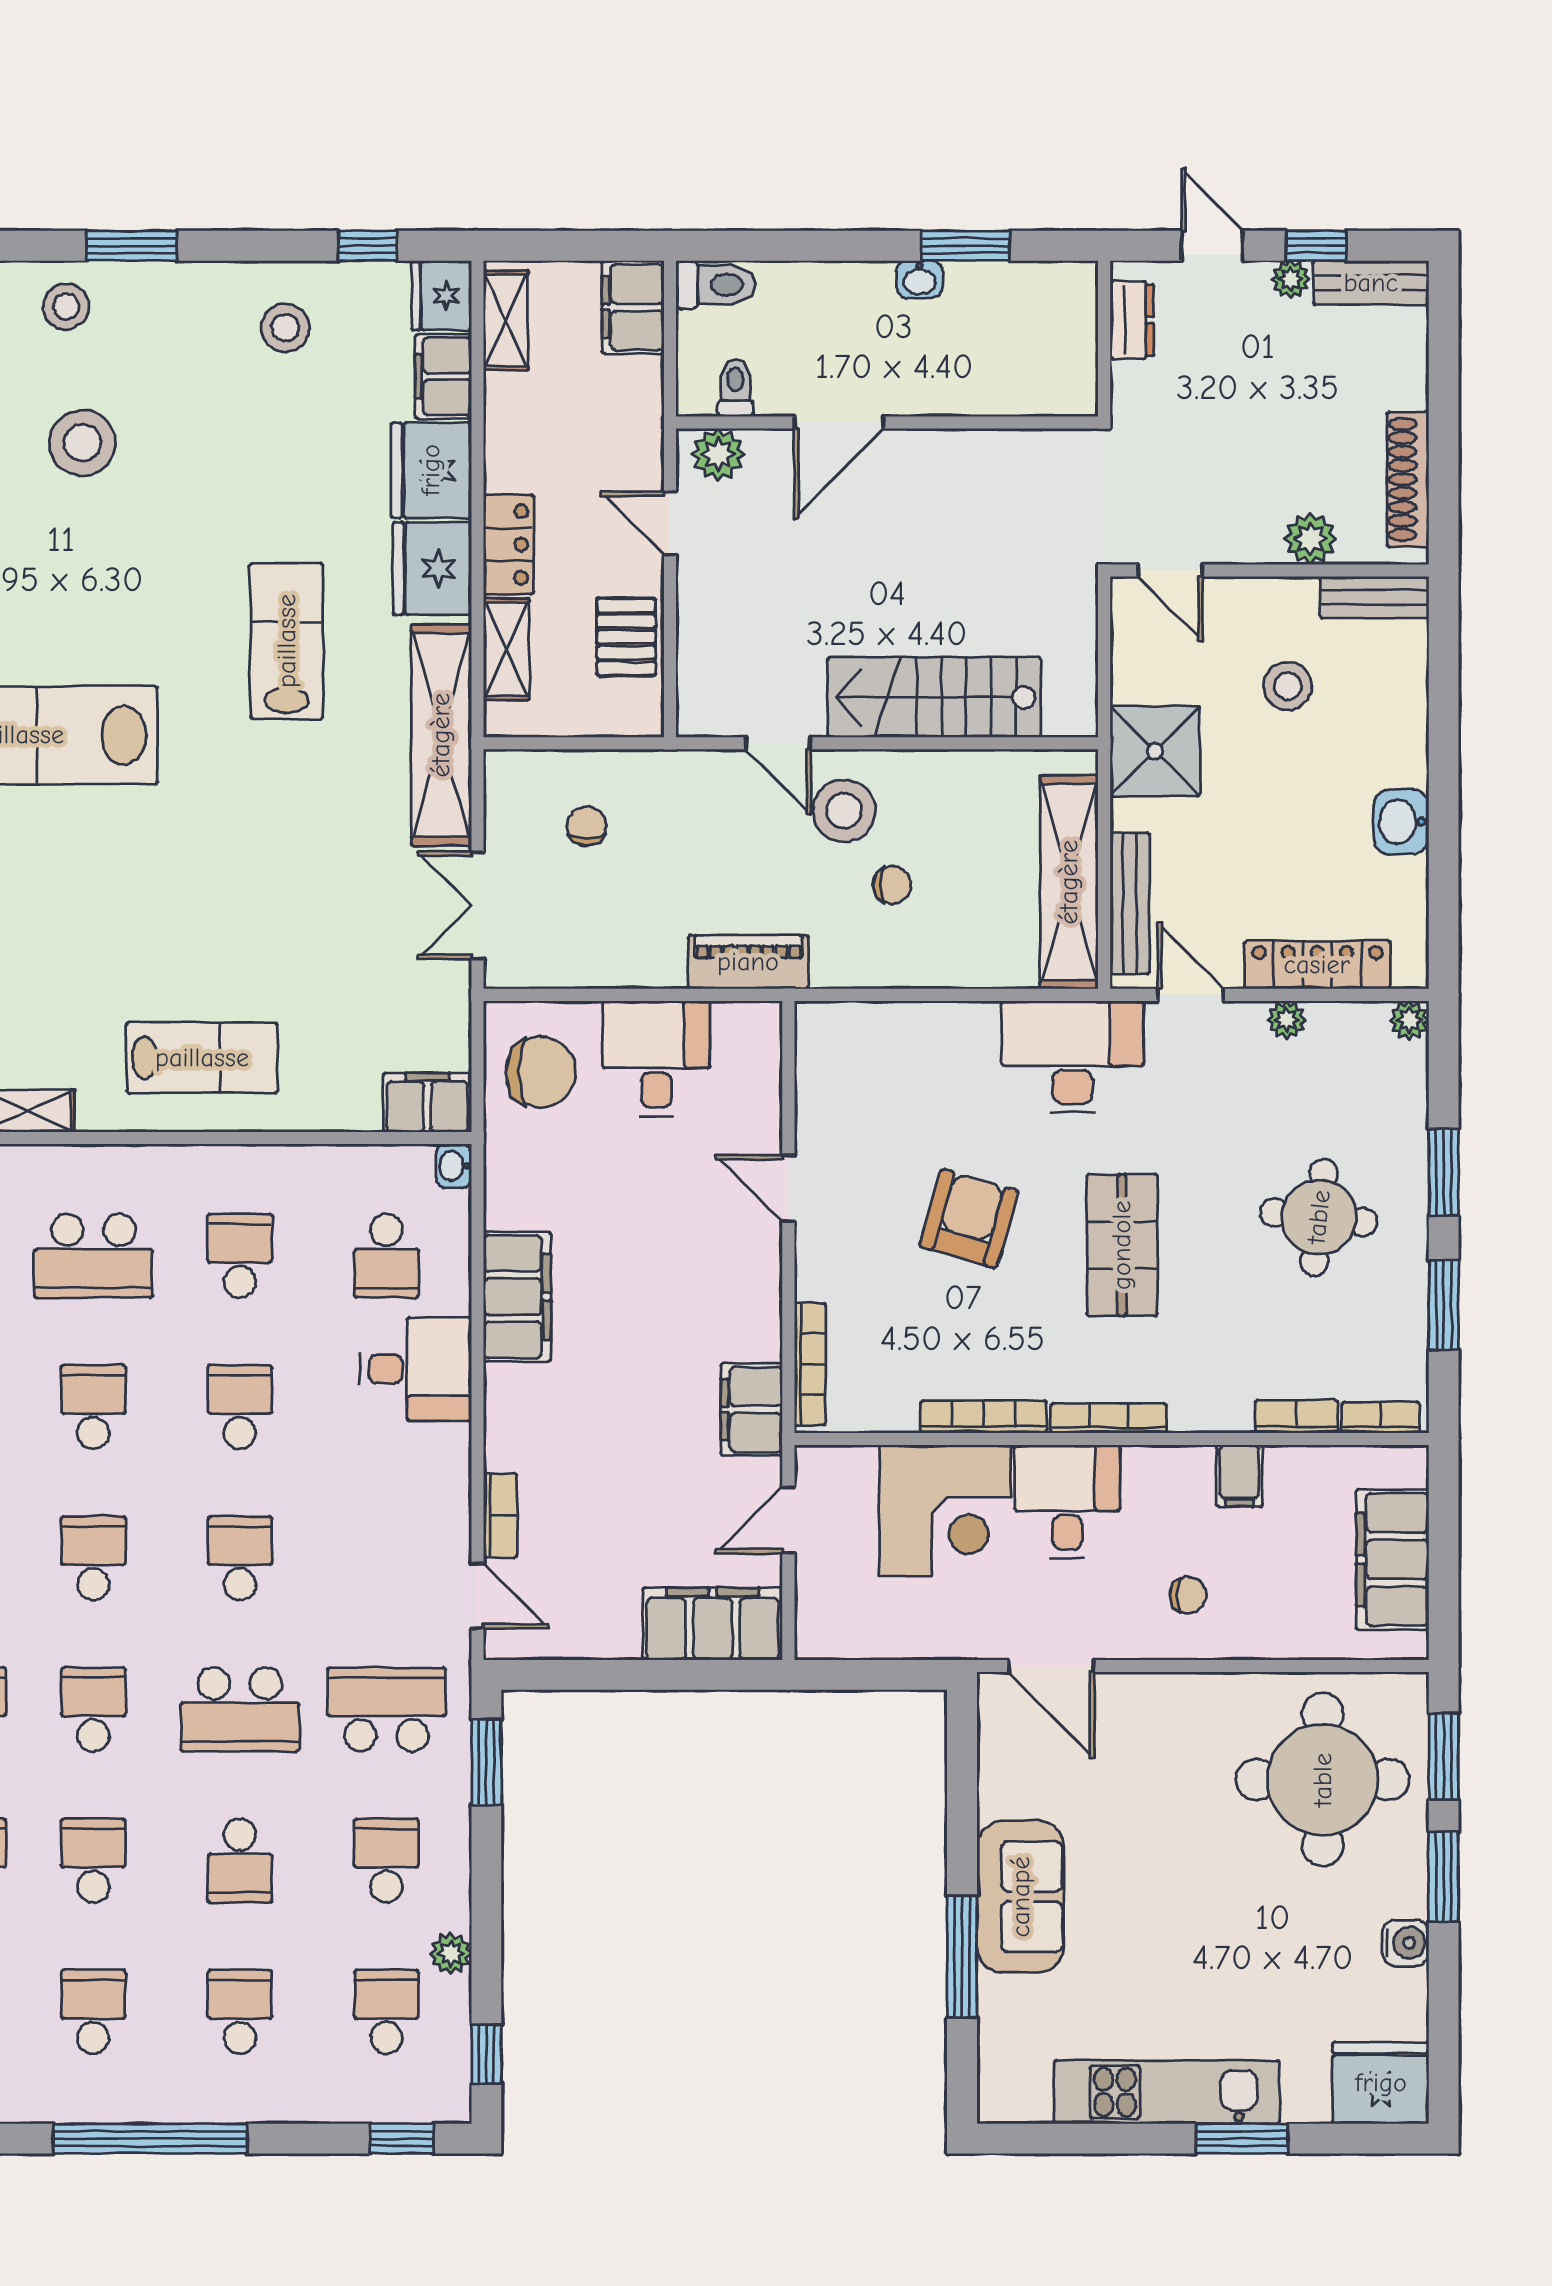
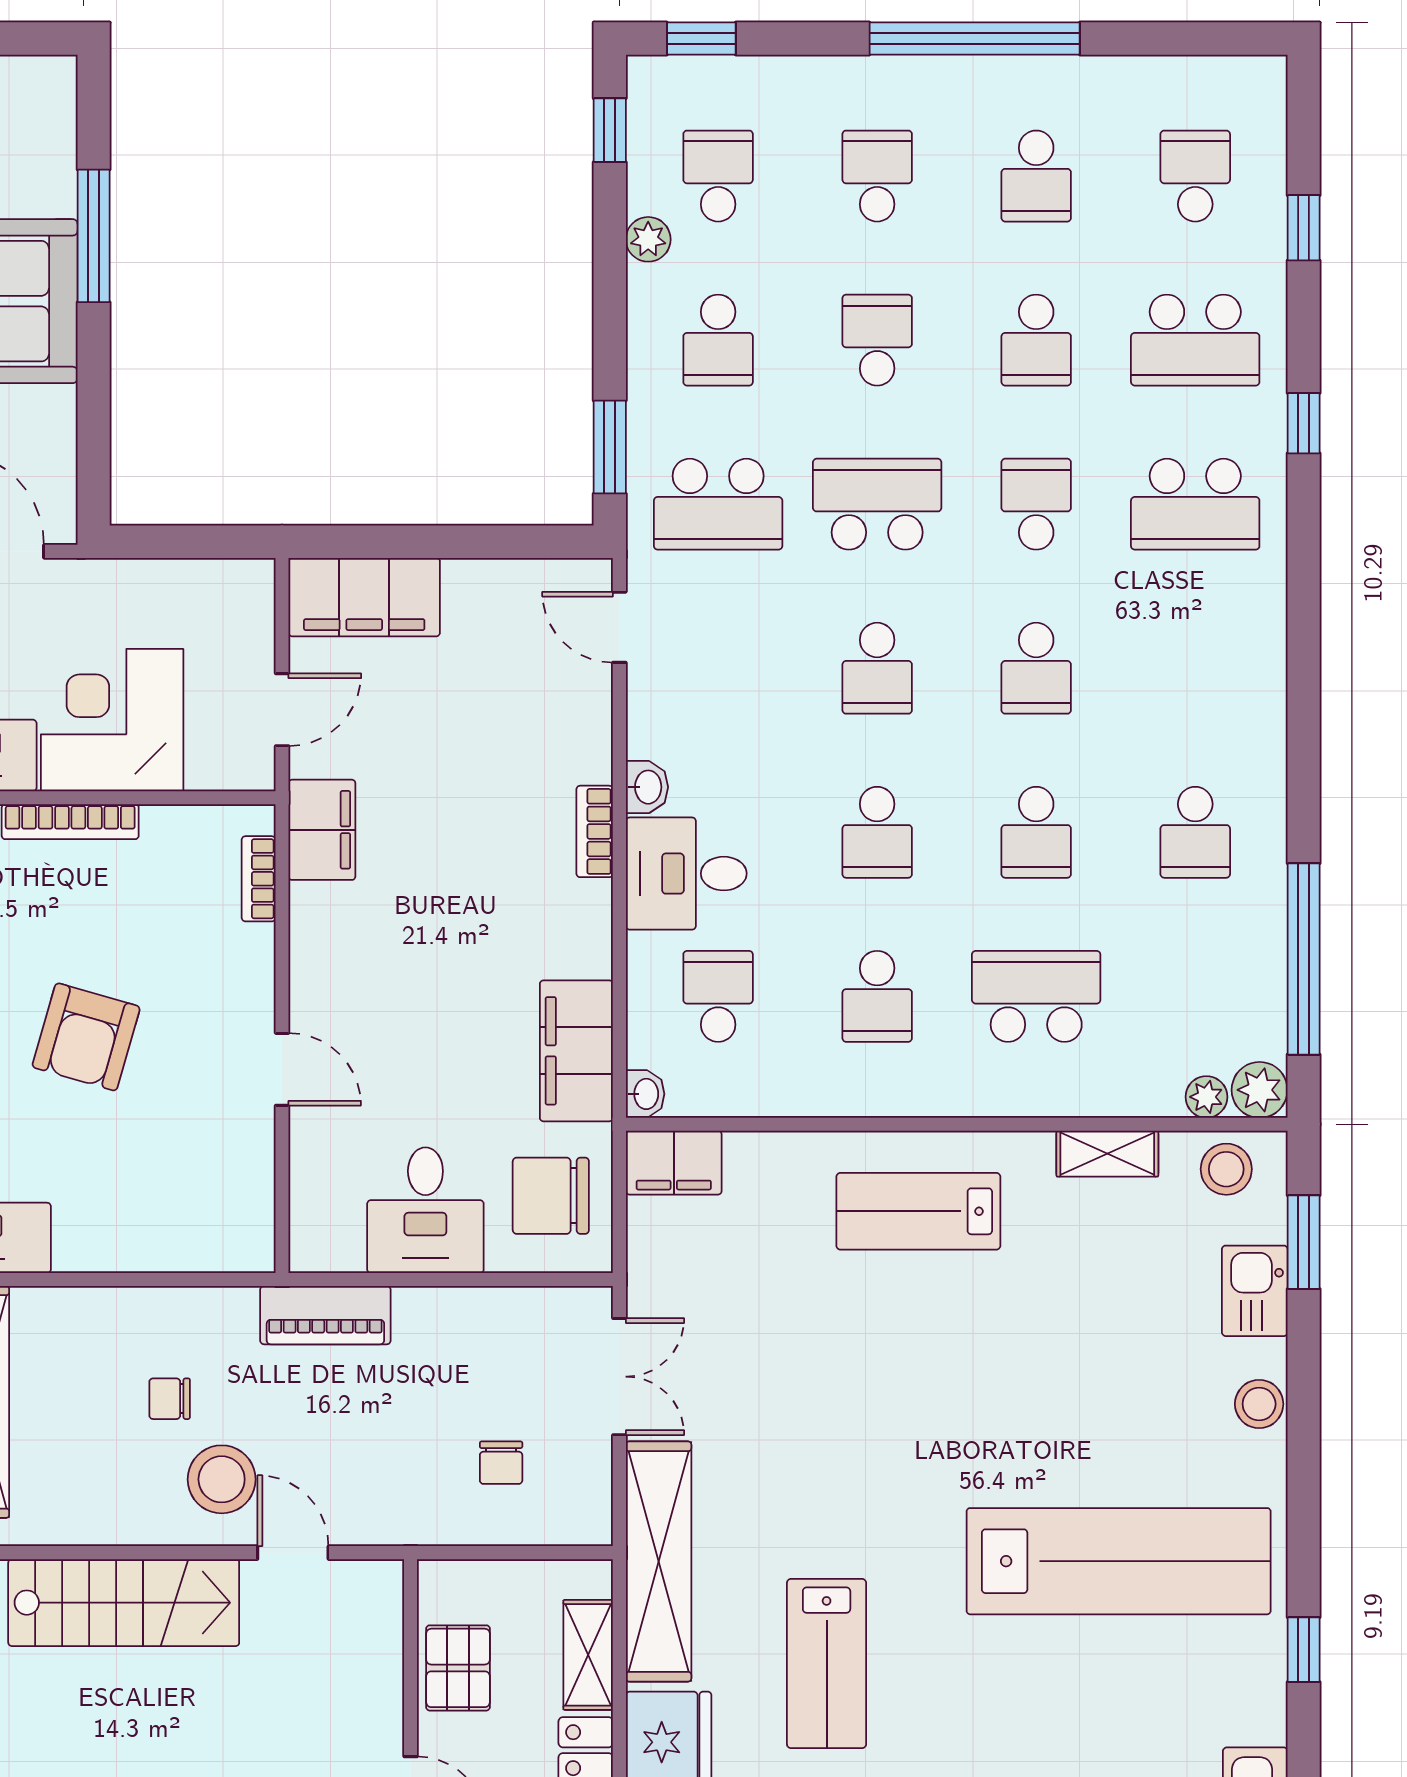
filing cabinet: (517, 1297) -> (576, 1051), moved
bookcase: (810, 1364) -> (259, 879), width x0.64
washbasin: (452, 1449) -> (647, 787), added
bookcase: (500, 1515) -> (595, 831), moved
school desk: (93, 1709) -> (1036, 504), turned 180
school desk: (240, 2012) -> (877, 176), turned 180
school desk: (386, 2012) -> (718, 176), turned 180

